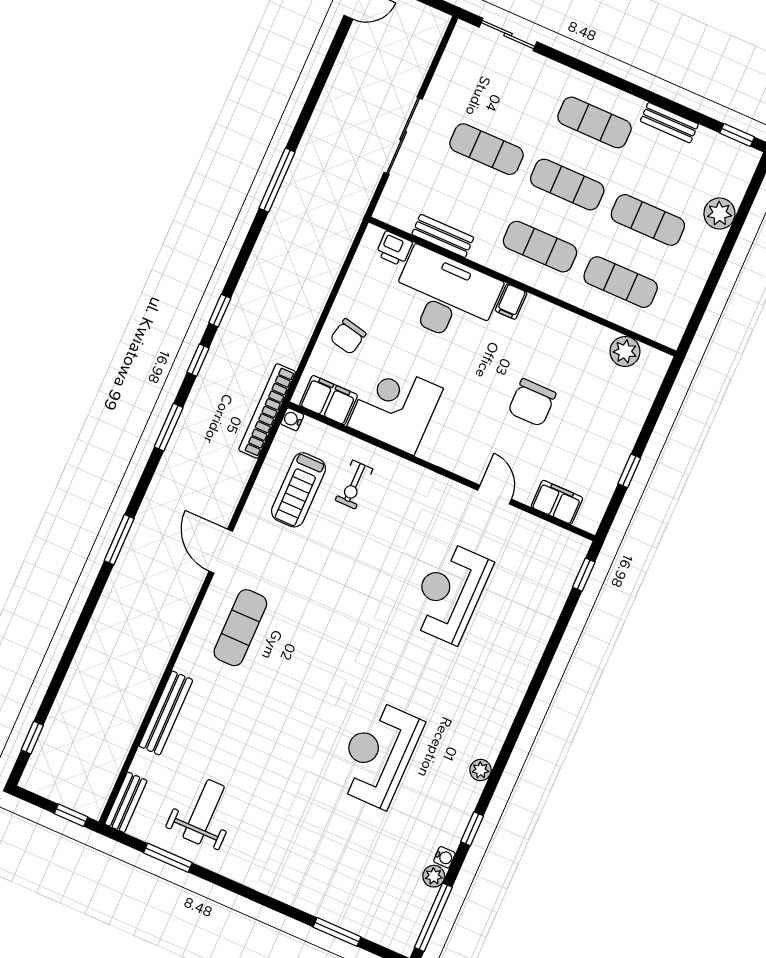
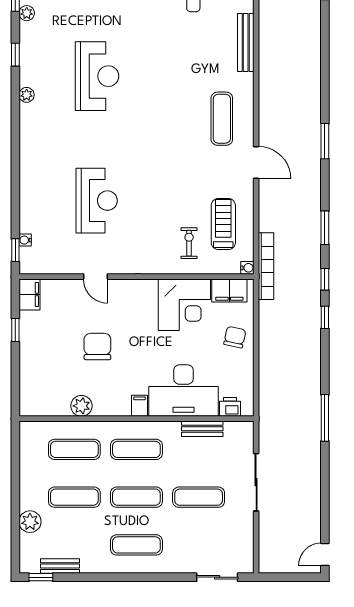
bench: (669, 123) -> (60, 566), moved
plant: (625, 351) -> (81, 406), moved
filing cabinet: (557, 502) -> (30, 295), moved, turned -90
water cooler: (444, 857) -> (25, 240), moved

